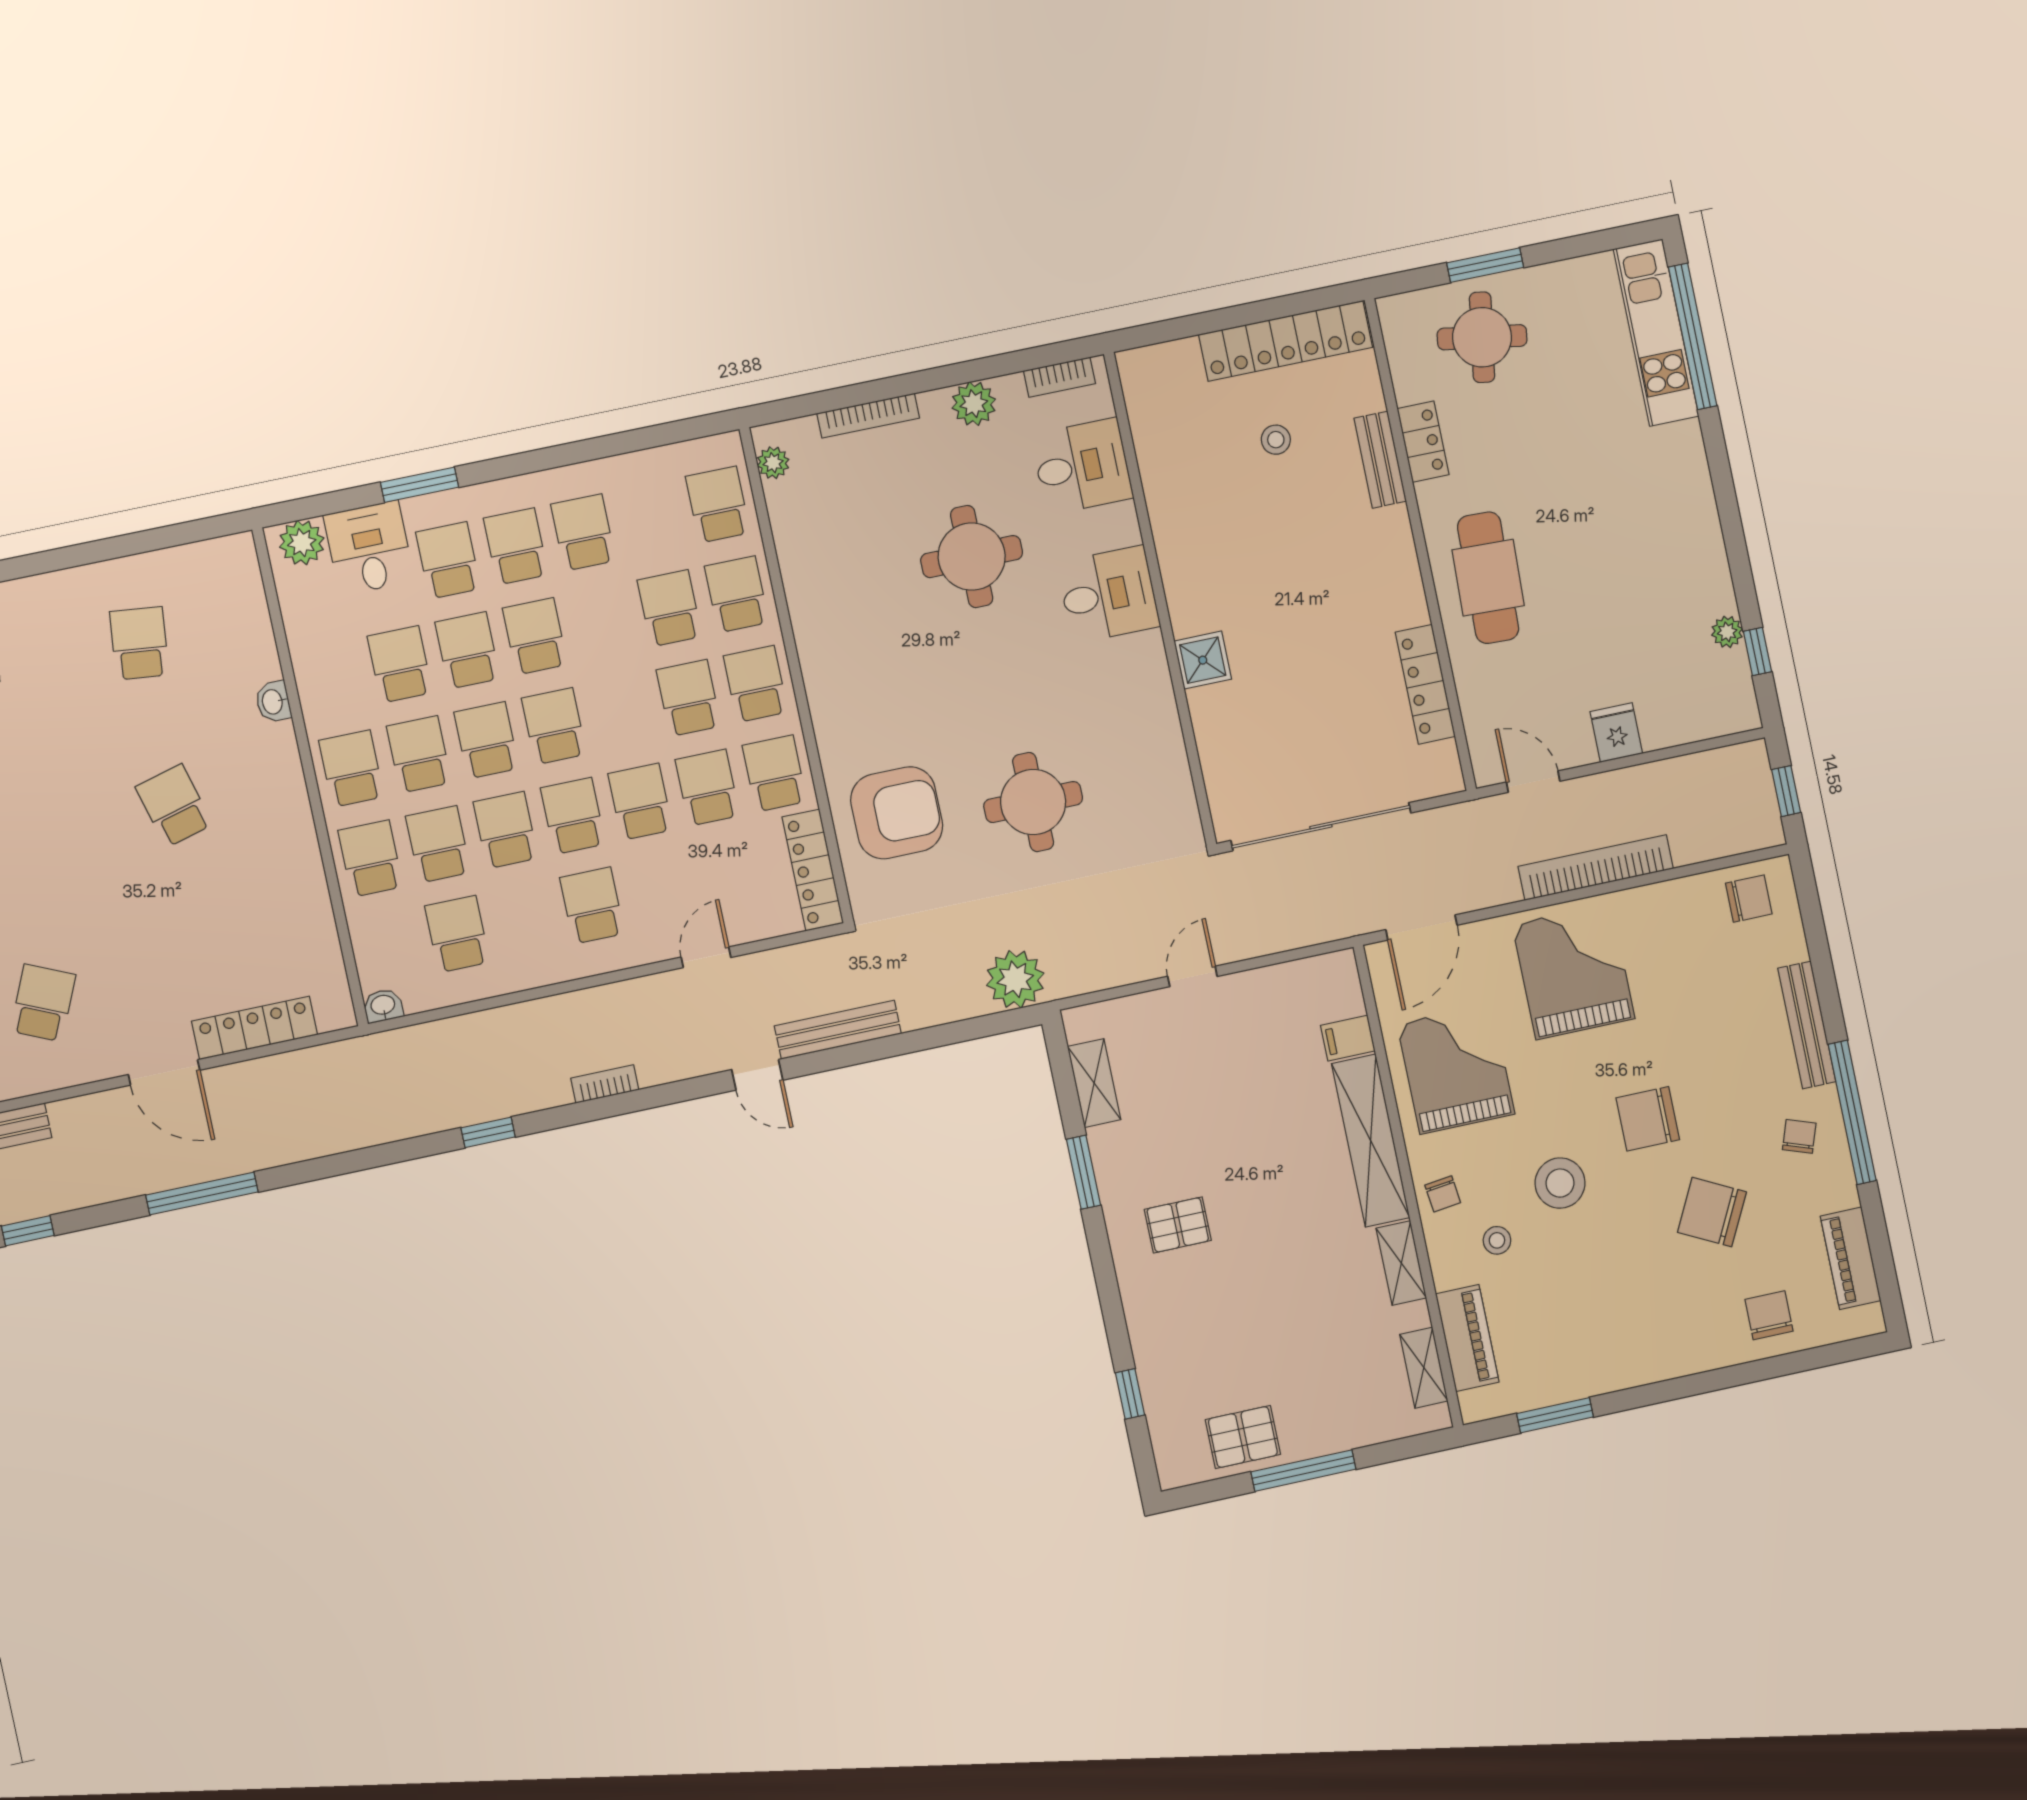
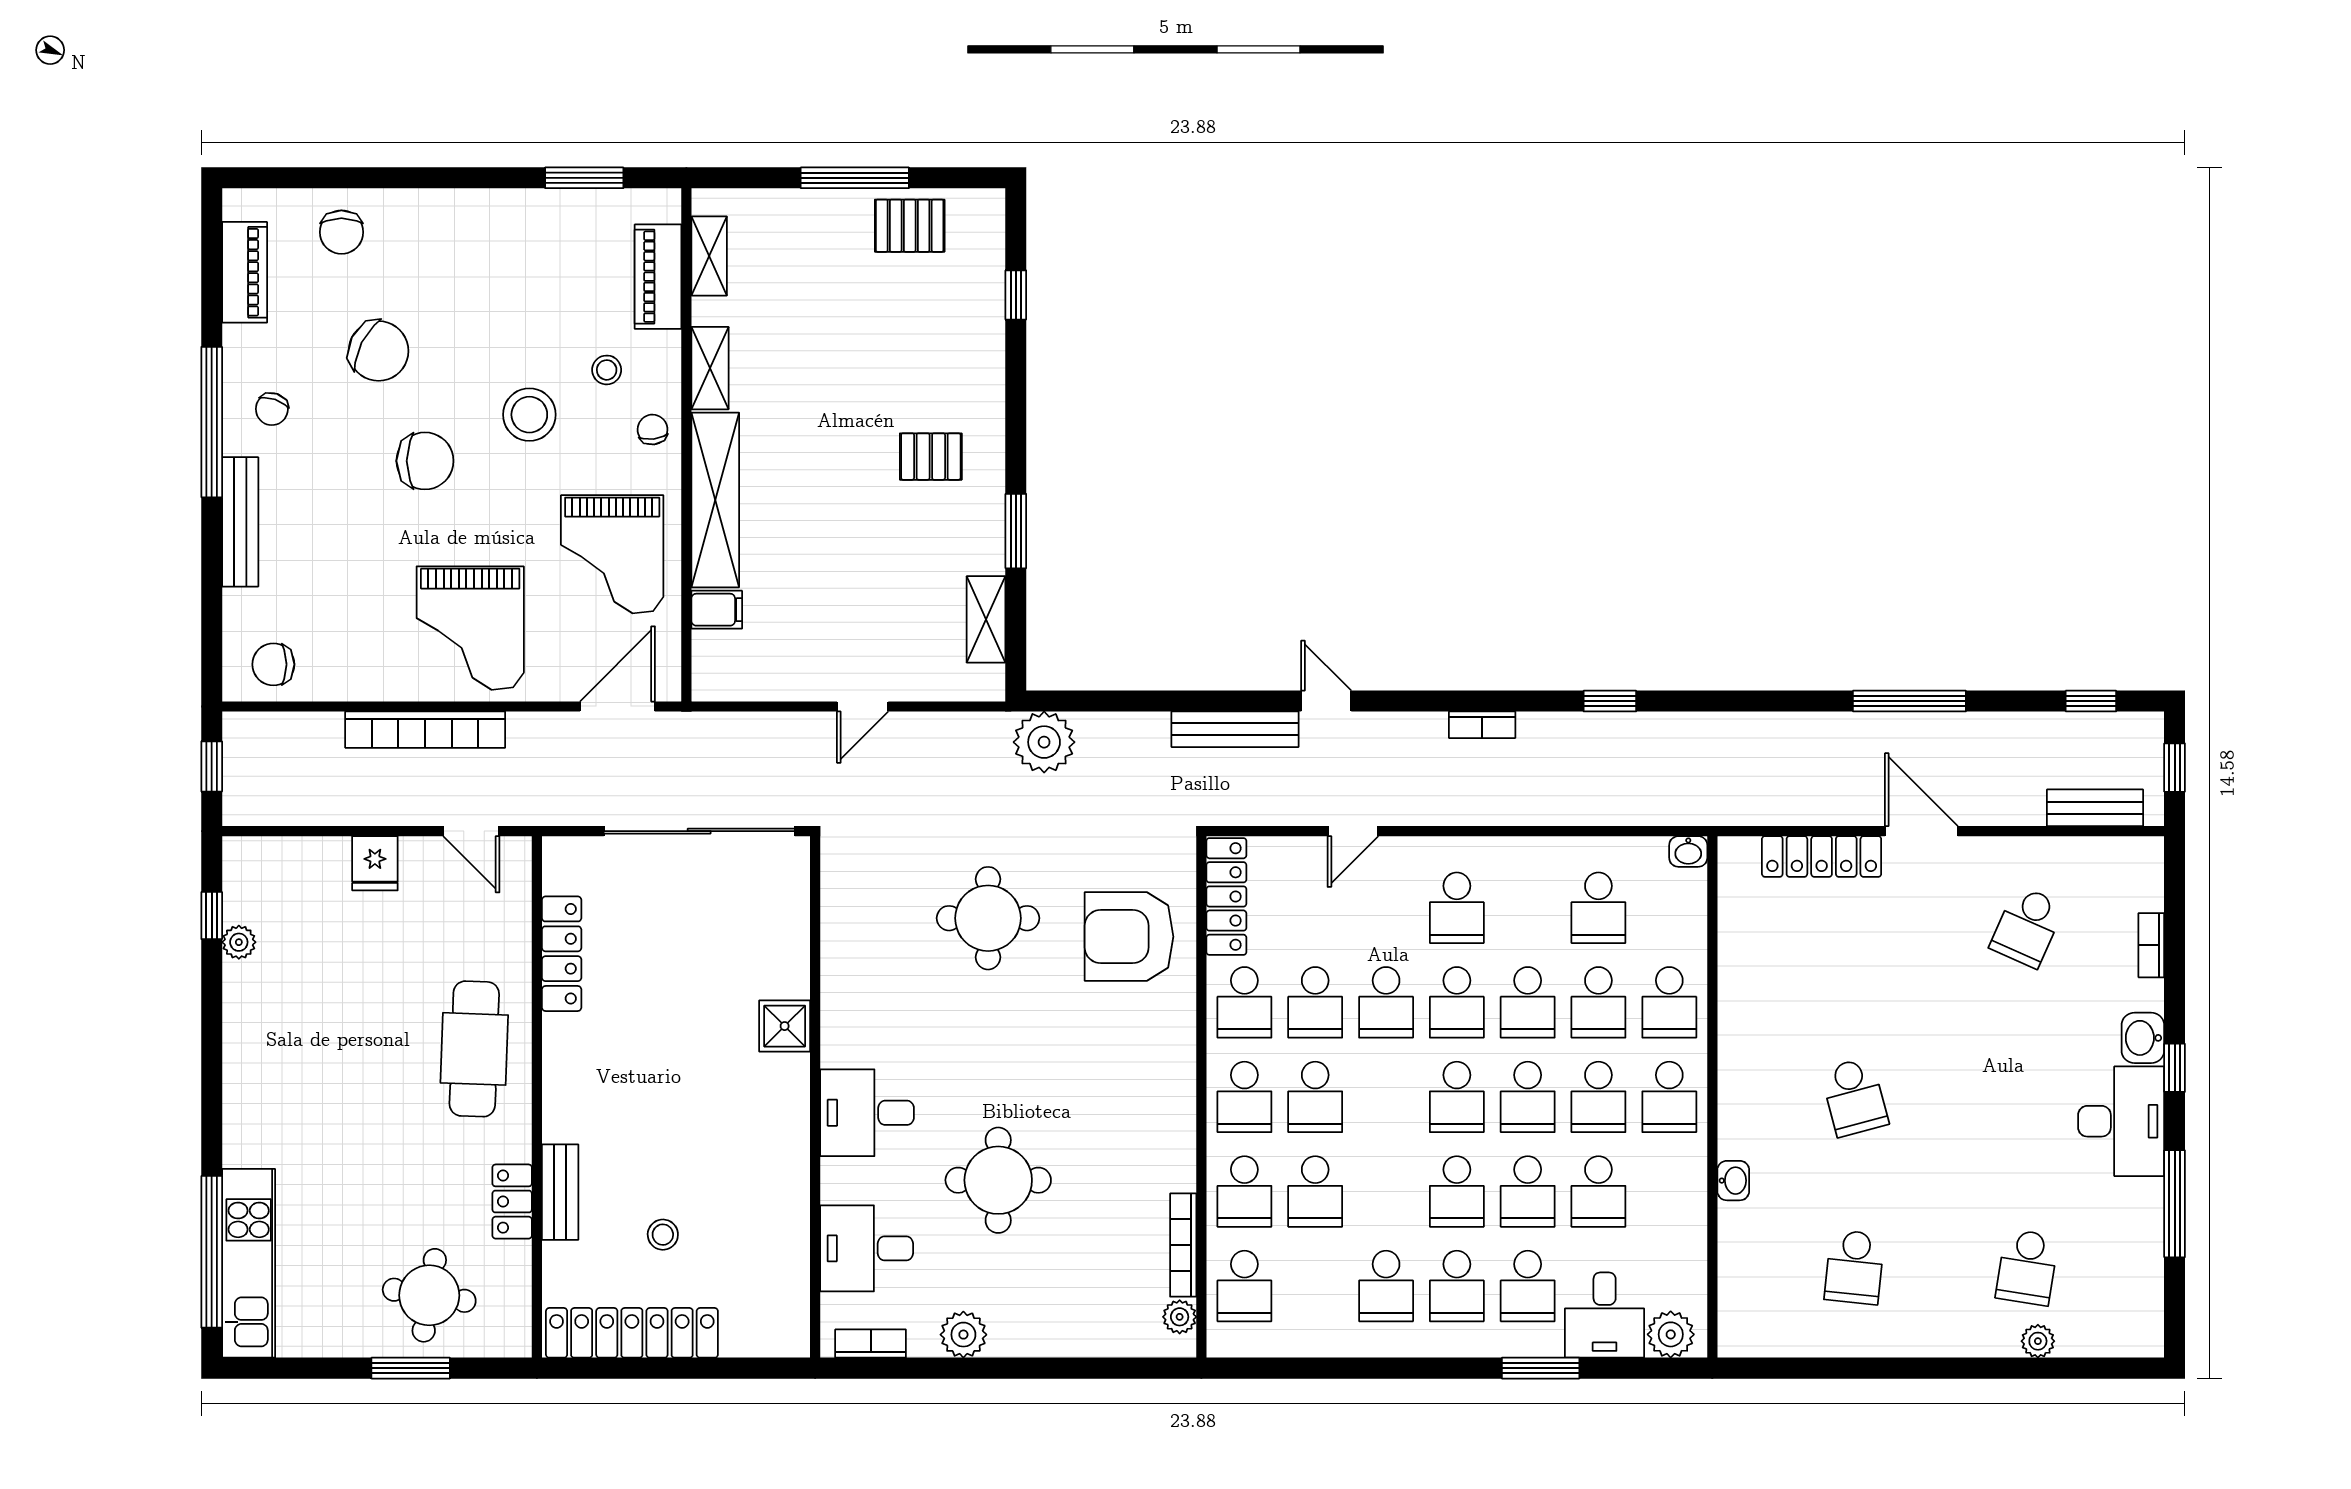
bookcase: (868, 416) -> (1183, 1245), moved, turned -90

